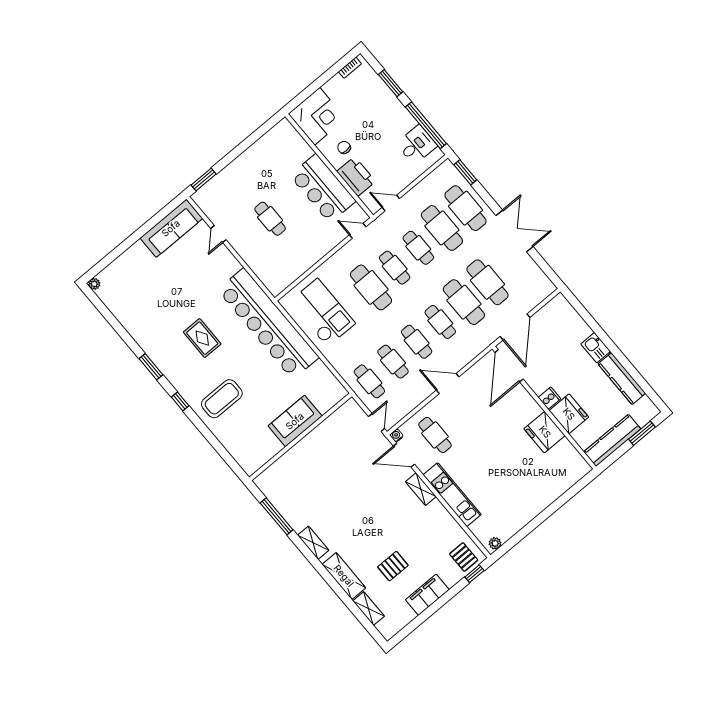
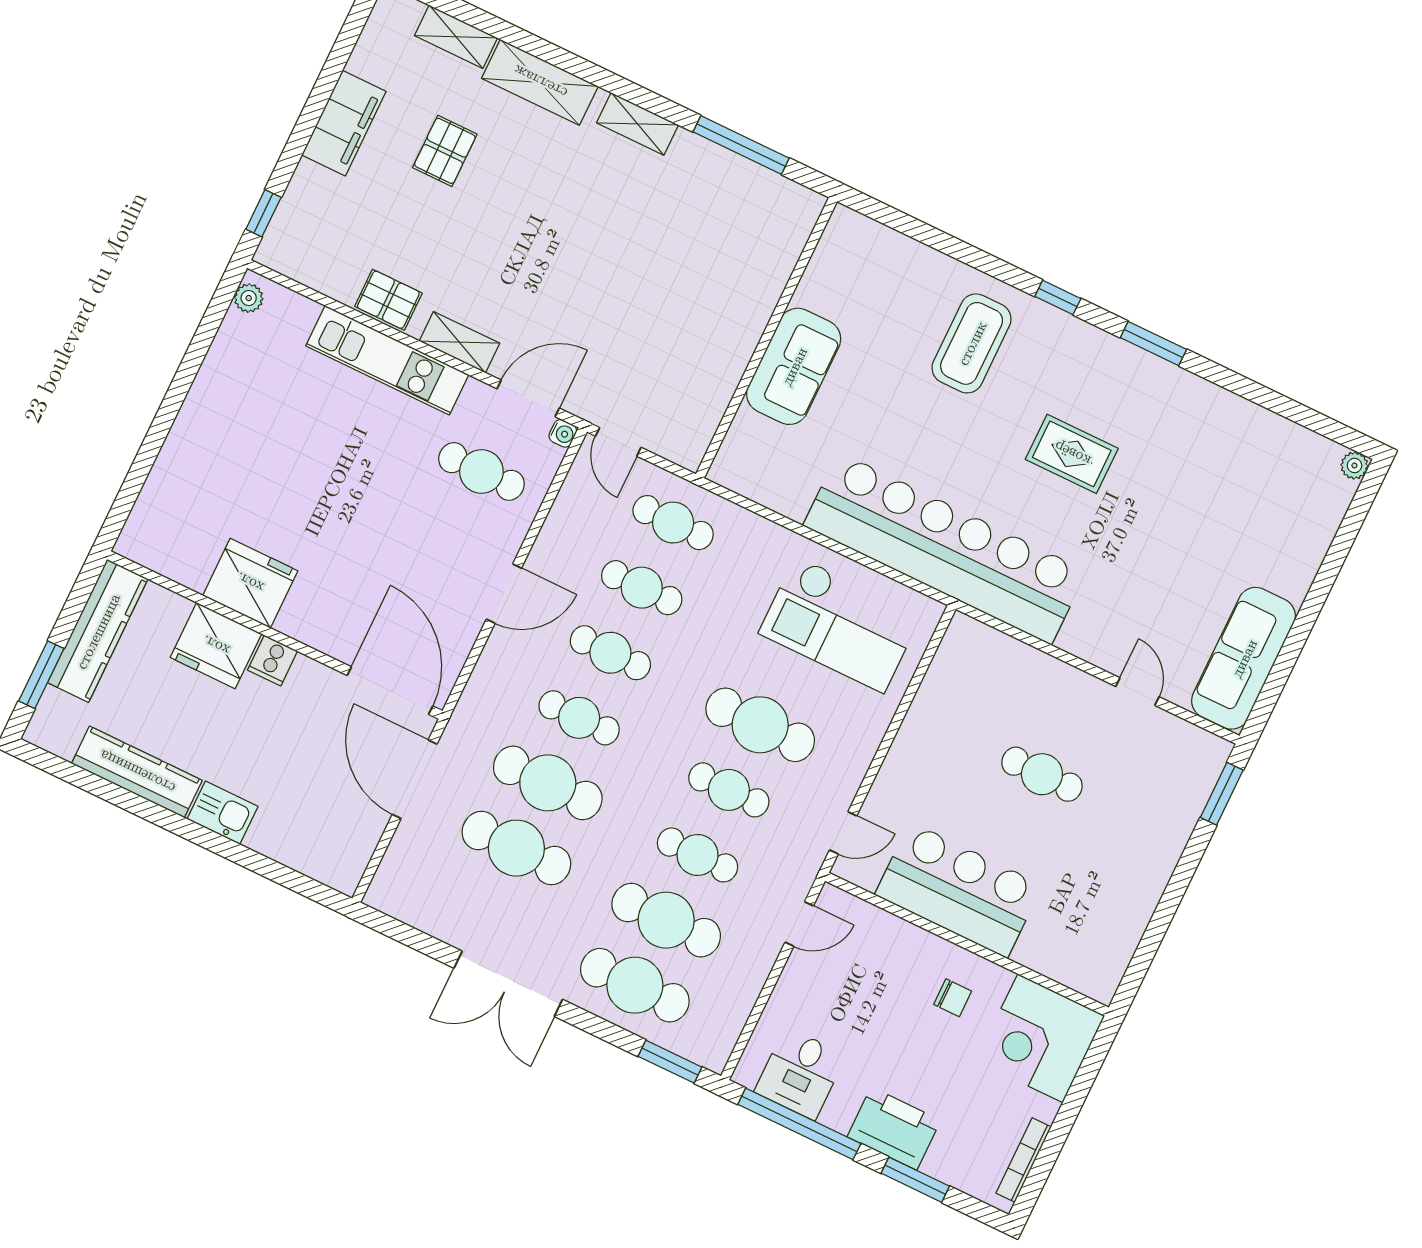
bookcase: (350, 68) -> (1024, 1160), width x1.56
printer: (356, 176) -> (894, 1129), moved, turned 180
pallet: (464, 557) -> (388, 300), moved

